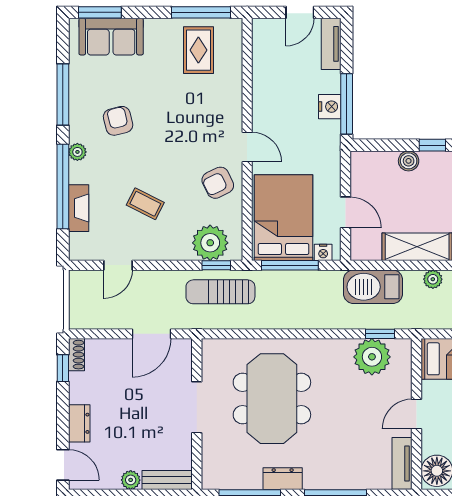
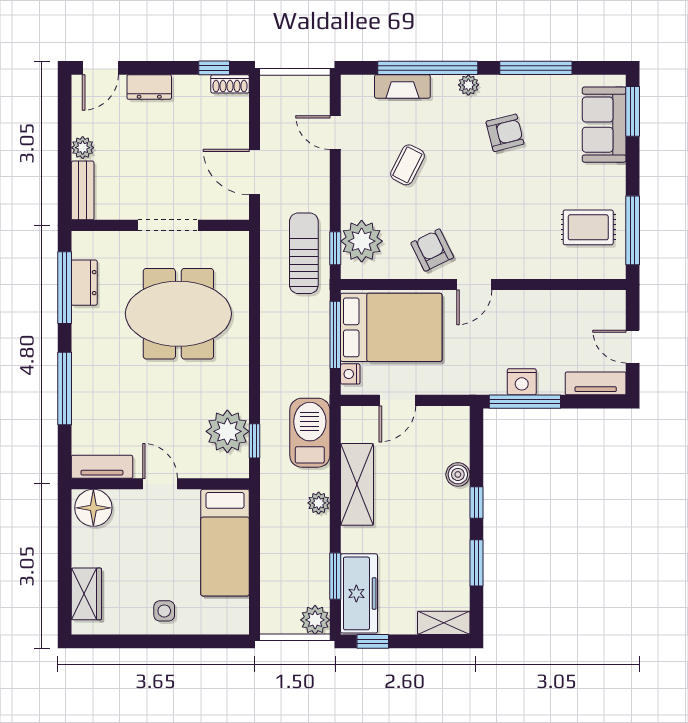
dresser: (283, 479) -> (84, 283), moved

